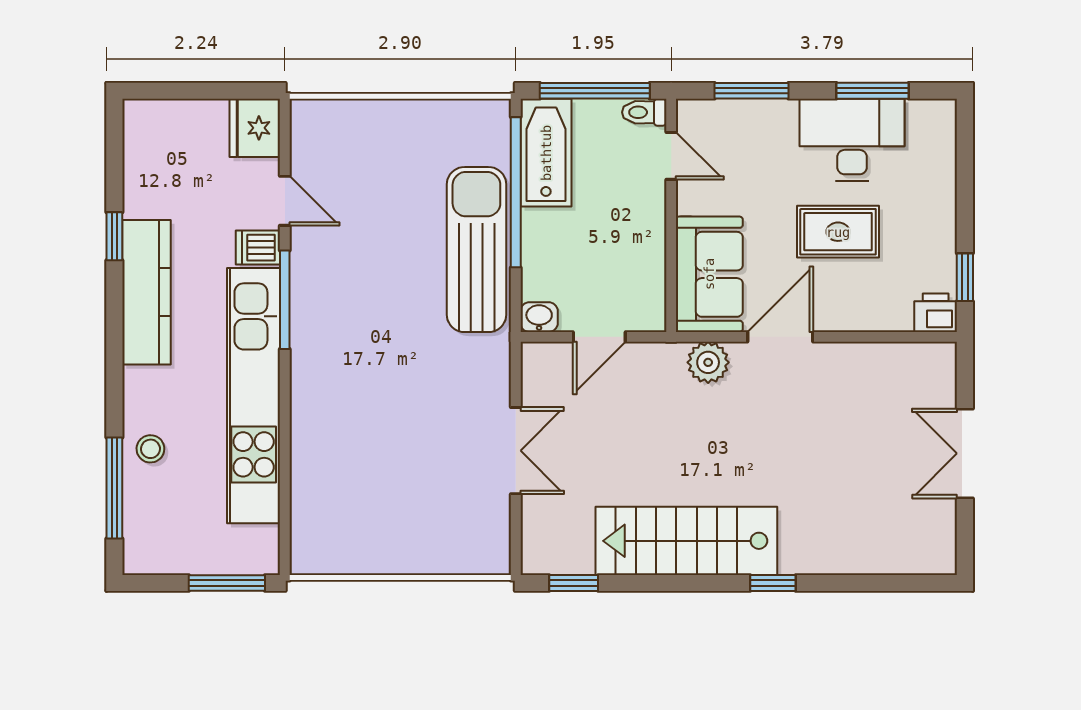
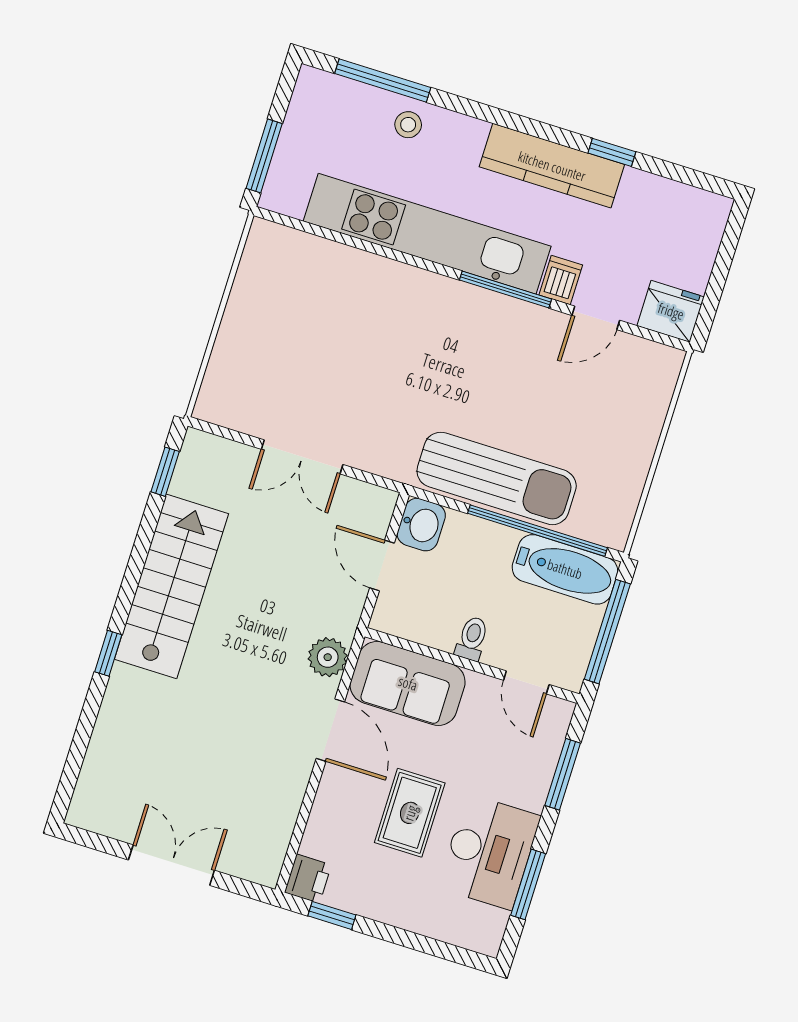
toilet: (644, 112) -> (472, 639), moved
door: (671, 156) -> (526, 682), hinge flipped
washbasin: (539, 317) -> (421, 525), width x1.38, depth x1.45

